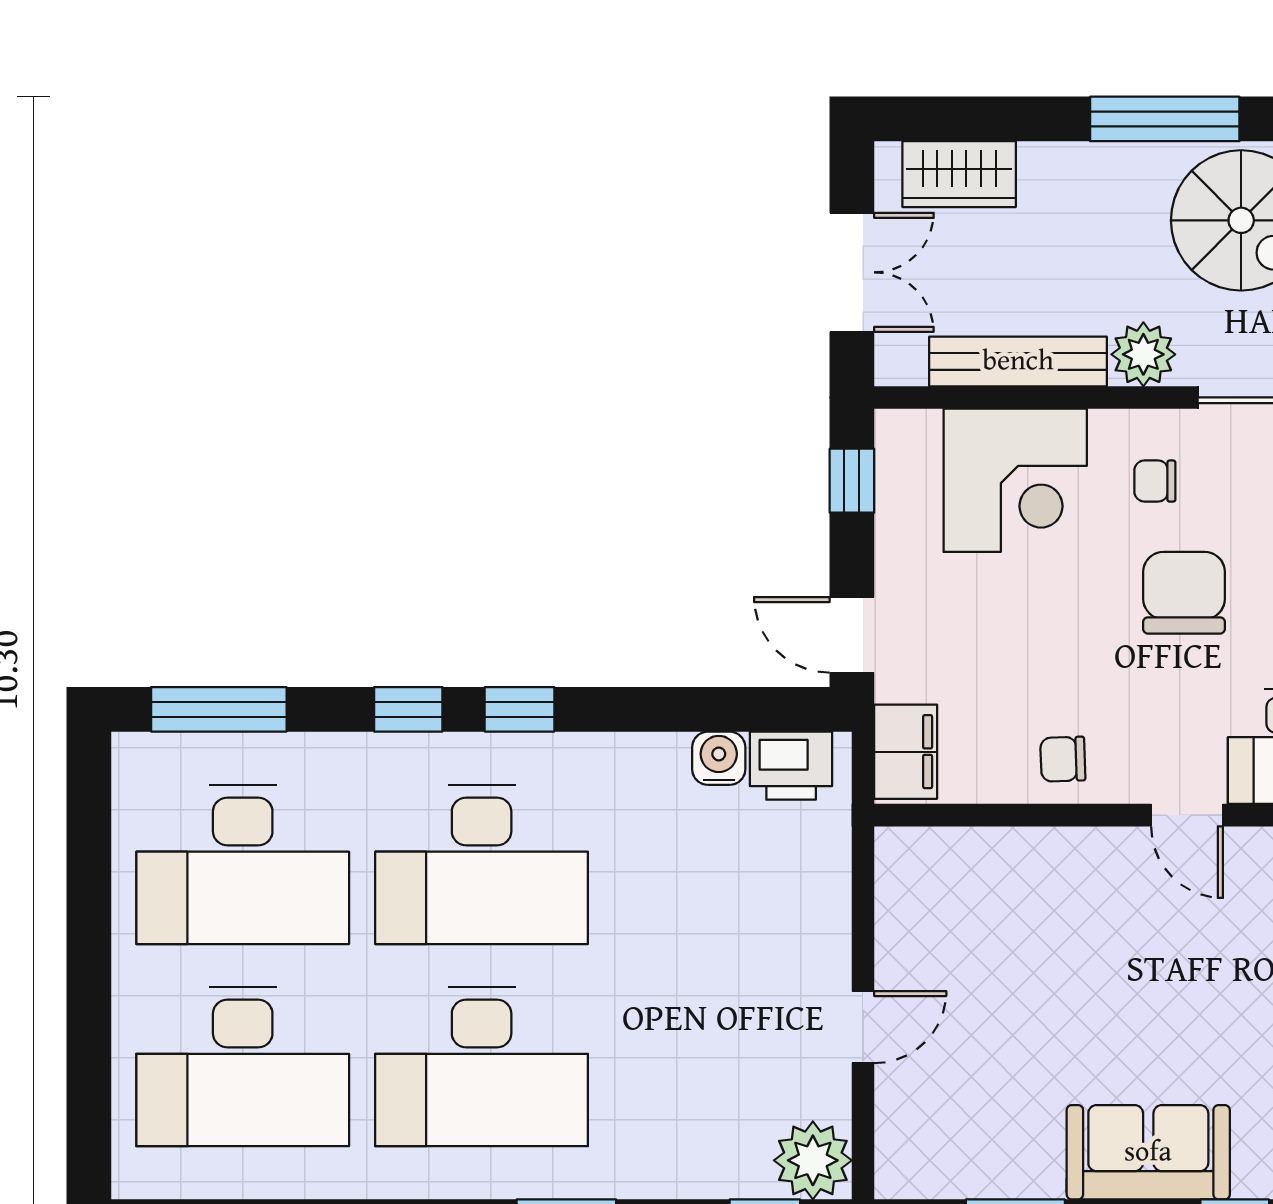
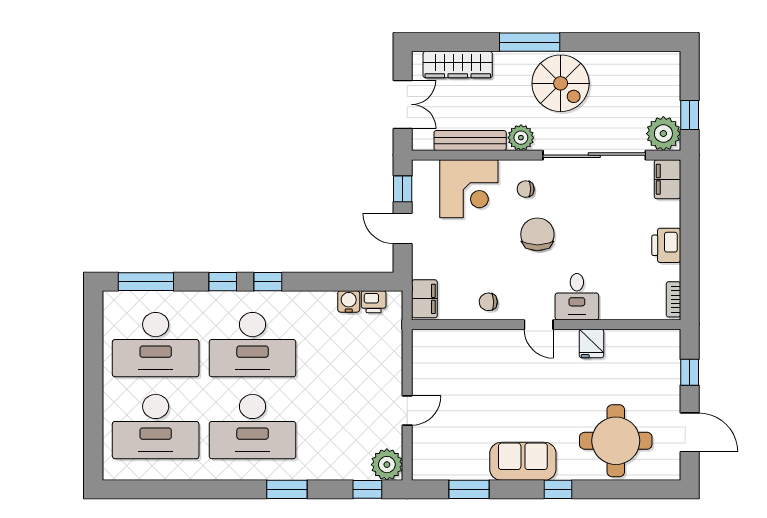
wardrobe: (959, 174) -> (458, 65), width x1.50
door: (852, 635) -> (403, 229), moved
printer: (791, 766) -> (374, 302), width x0.73, depth x0.81

